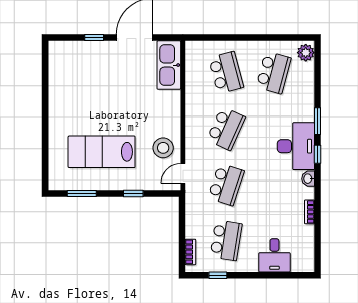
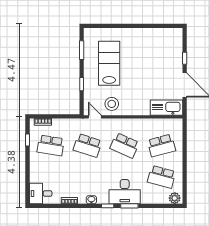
desk: (296, 146) -> (125, 192), moved
desk: (274, 255) -> (41, 194), moved

